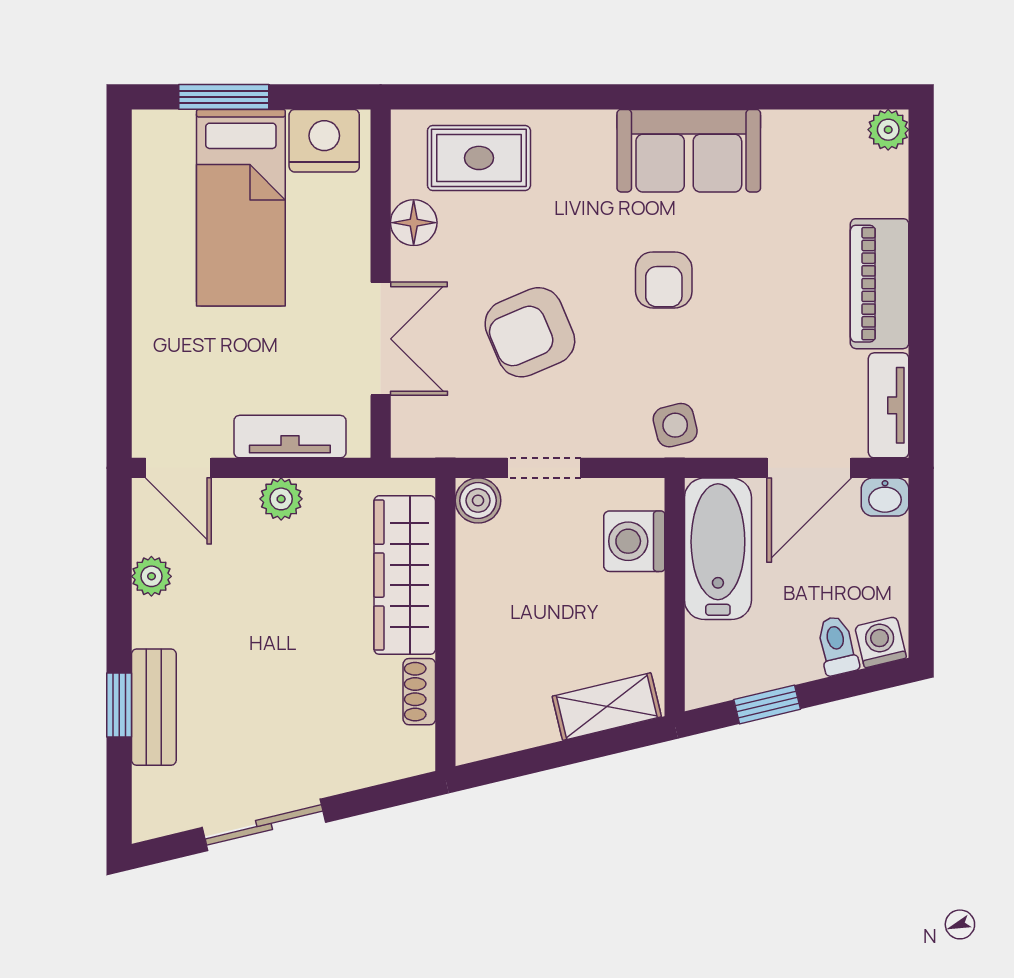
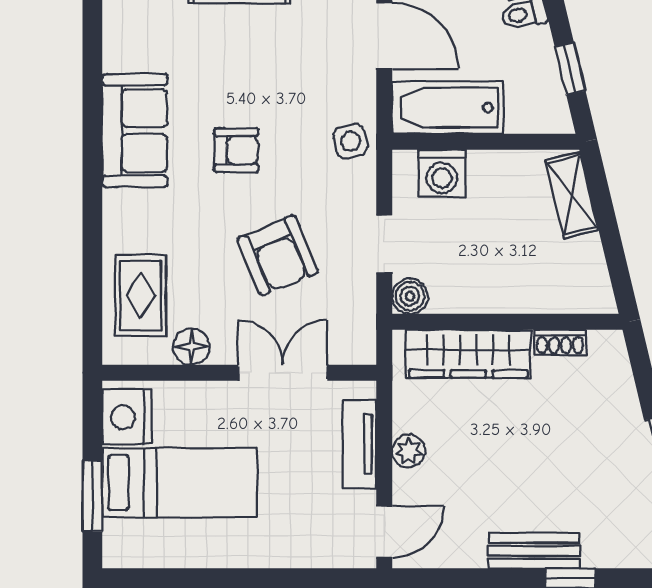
plant: (151, 576) -> (469, 553), removed
bench: (154, 707) -> (534, 551), moved

